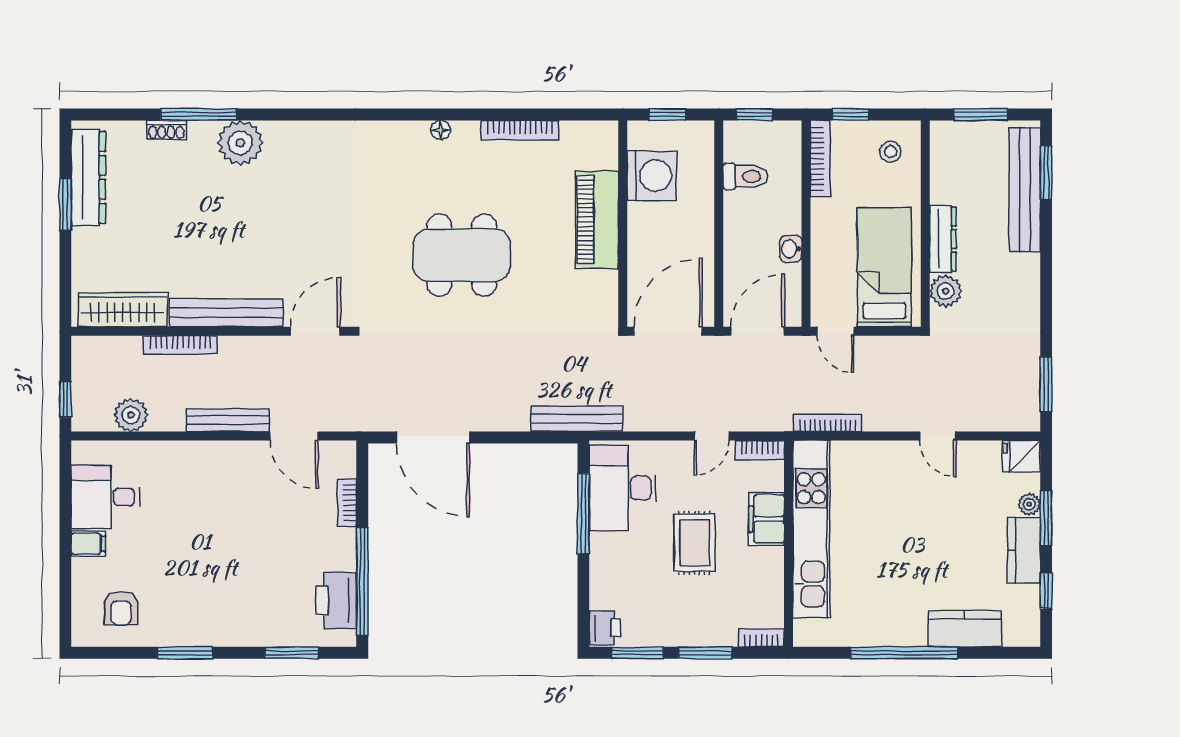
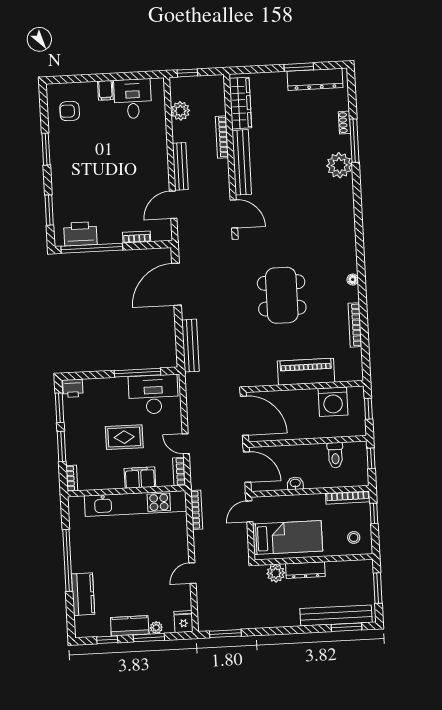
bench: (577, 419) -> (190, 346), moved

